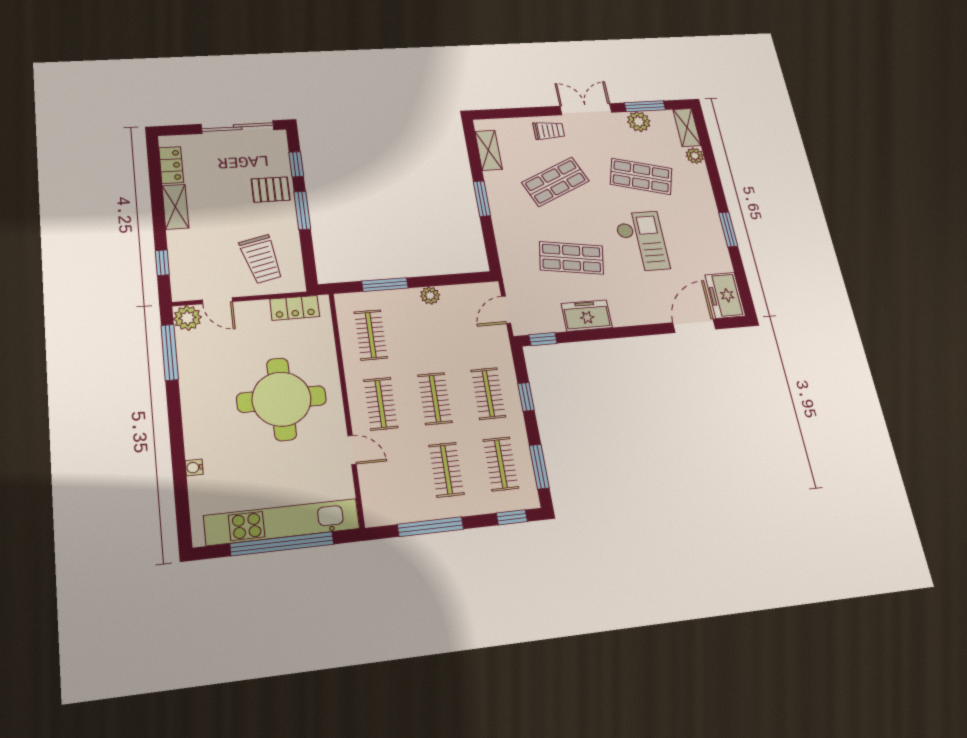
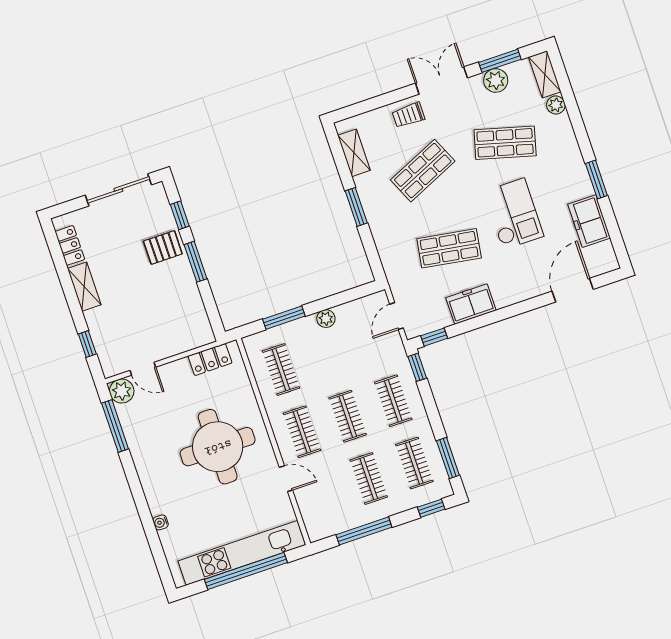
trolley: (549, 131) -> (408, 115), turned 180
trolley: (261, 259) -> (171, 319), removed
freezer: (725, 295) -> (589, 221), moved
window: (526, 397) -> (417, 367), moved

